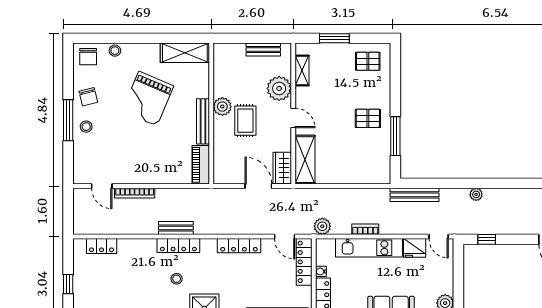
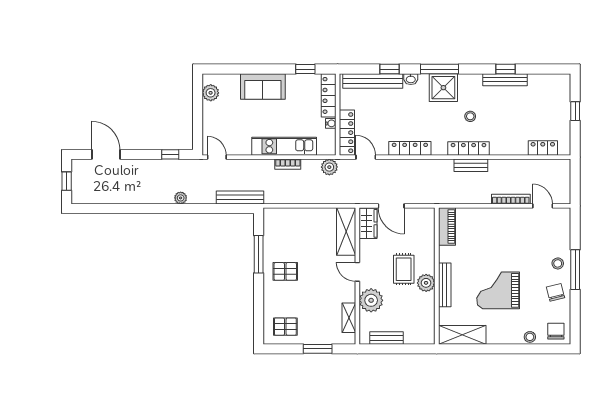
grand piano: (148, 99) -> (498, 290), turned -113
bench: (203, 121) -> (445, 285), moved
fridge: (415, 248) -> (240, 146), removed

